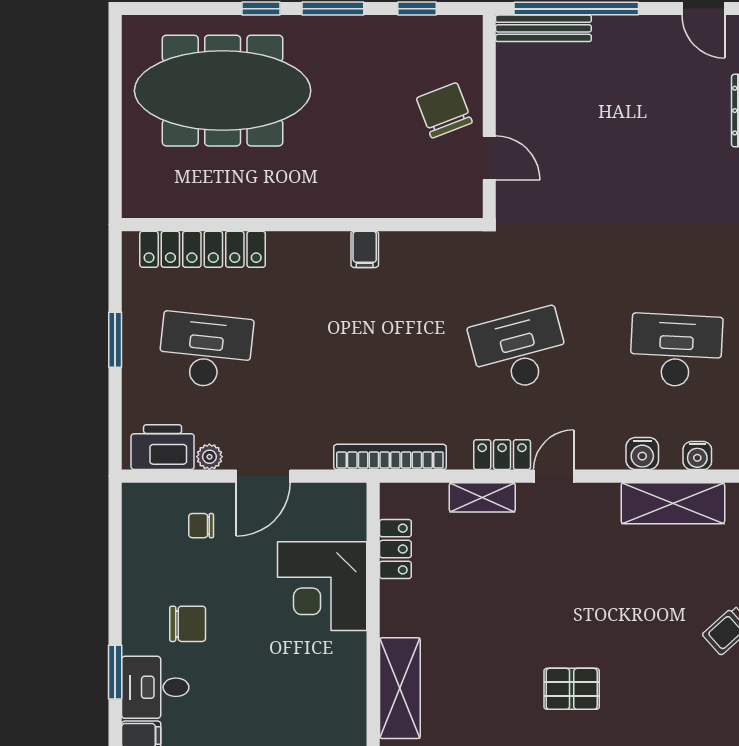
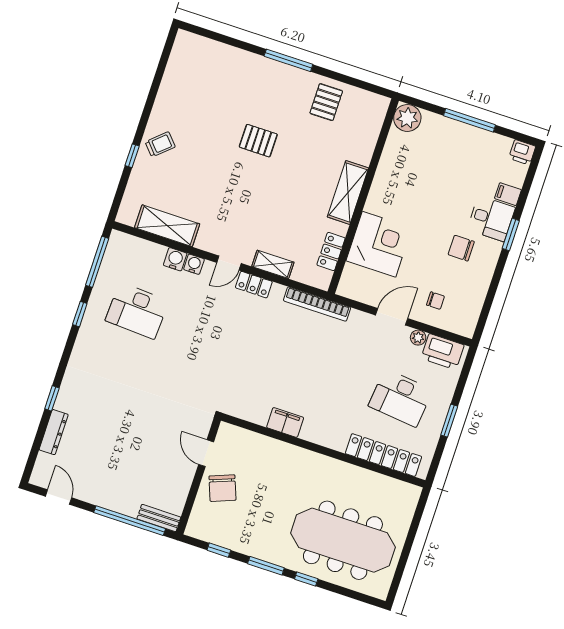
bench: (543, 28) -> (159, 518), width x0.73
filing cabinet: (365, 249) -> (285, 422), width x2.00
desk: (519, 350) -> (225, 340), removed
water cooler: (697, 456) -> (194, 264), moved
shelving: (400, 688) -> (348, 192), moved

